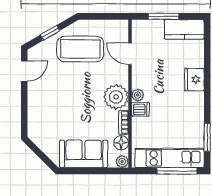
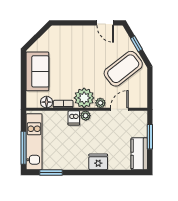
coffee table: (80, 49) -> (123, 69), turned 52
plant: (122, 162) -> (100, 103), moved

